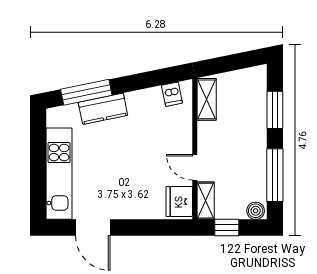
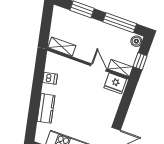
window: (86, 92) -> (33, 115), removed
dishwasher: (172, 94) -> (50, 78), moved
door: (195, 167) -> (99, 67), swing flipped

